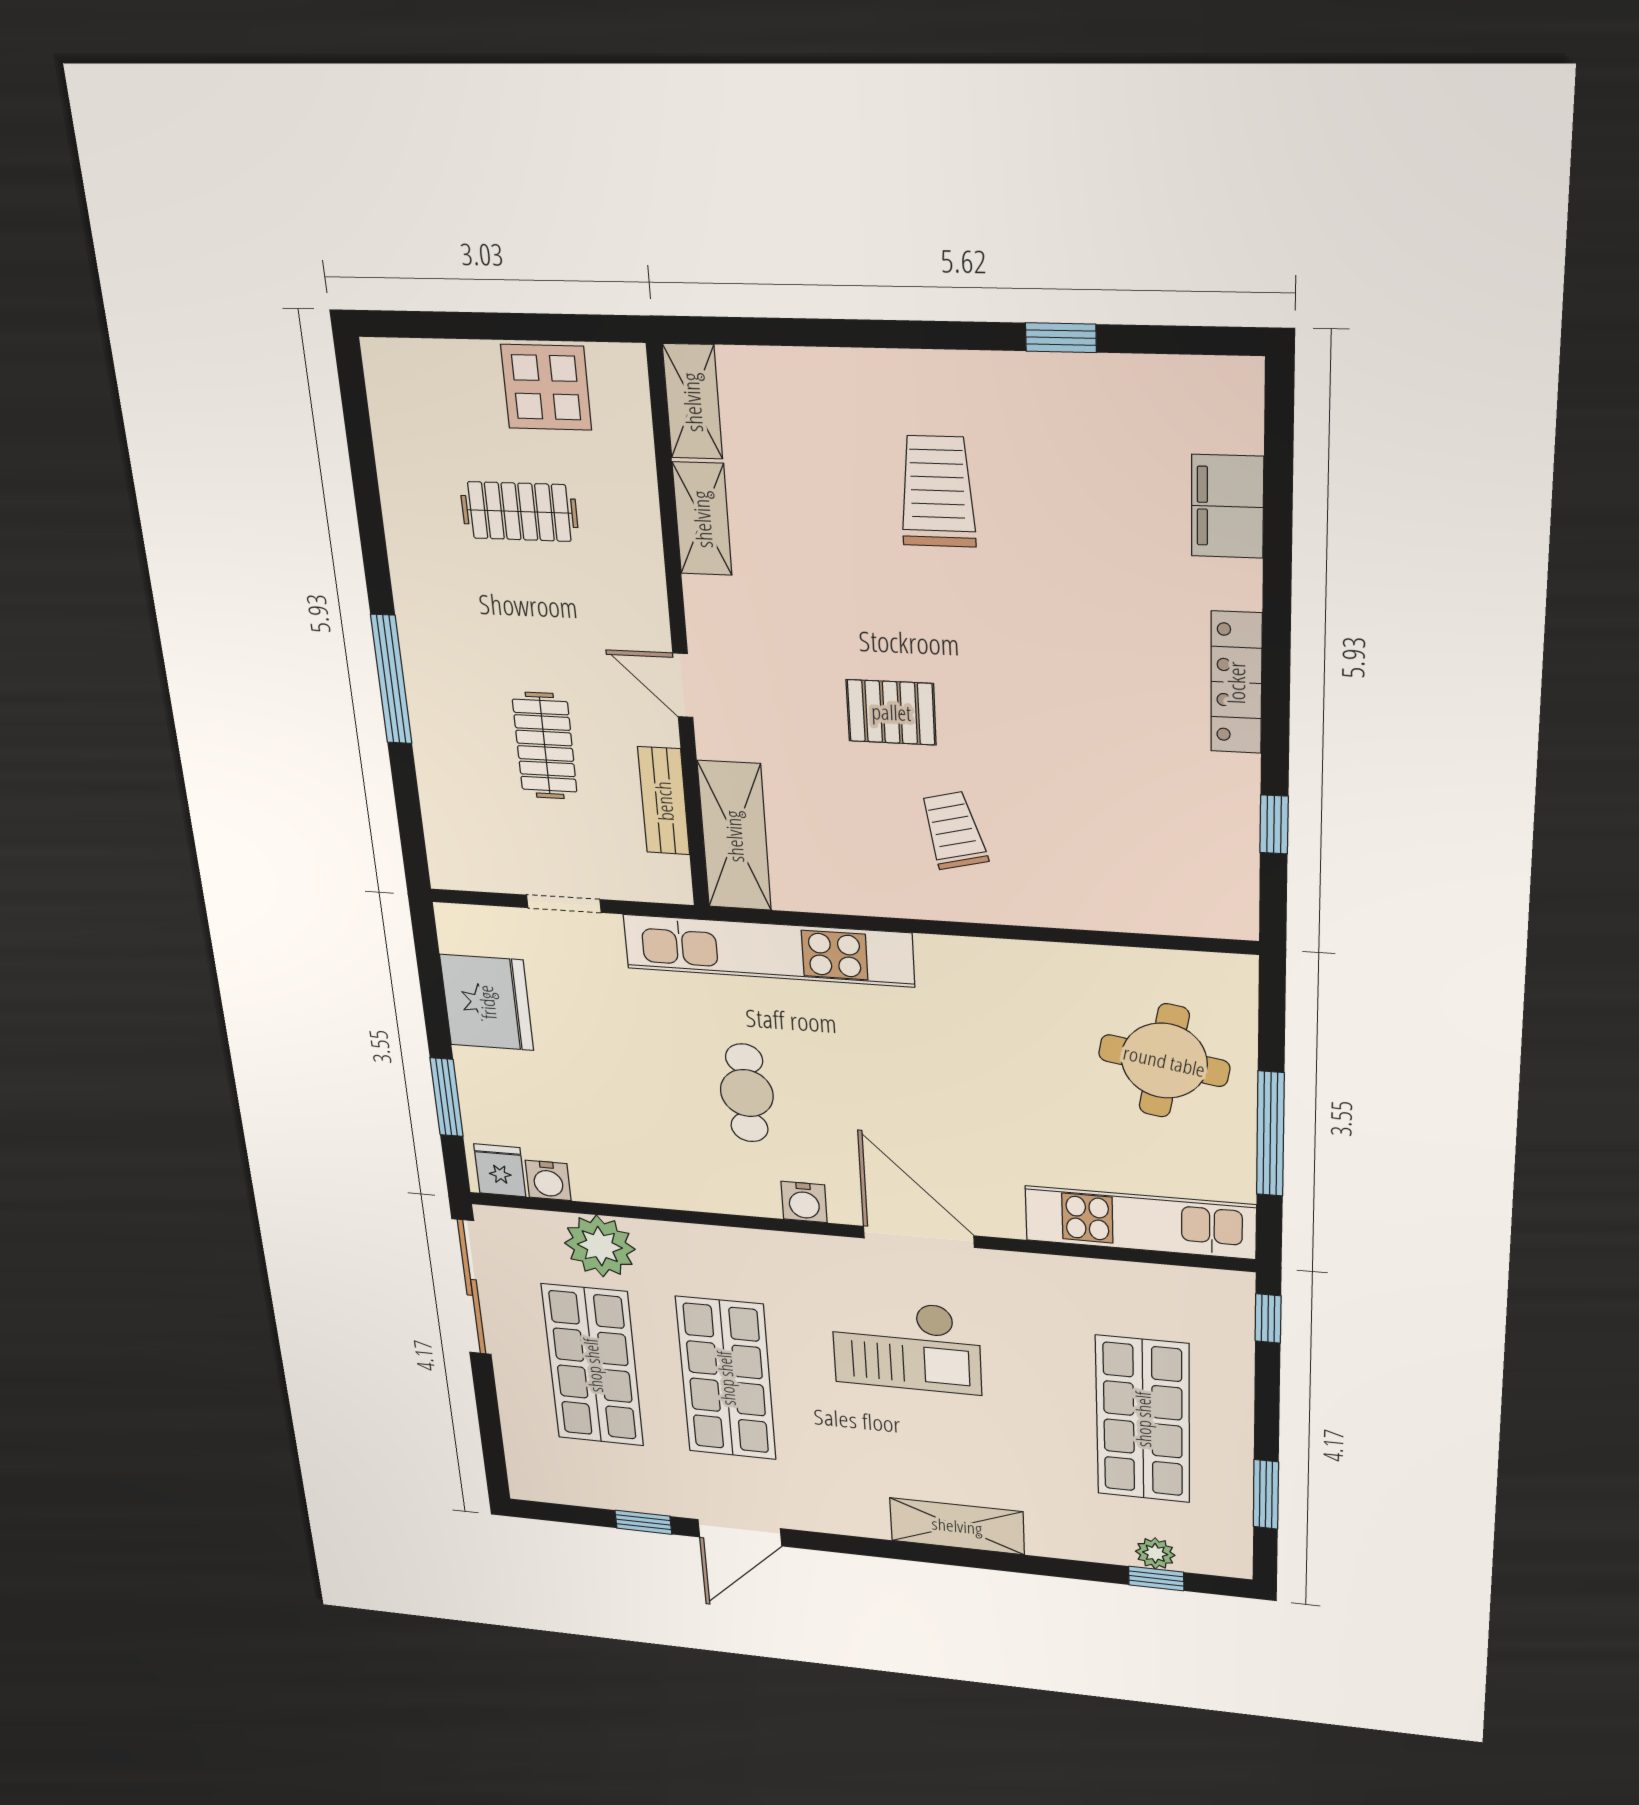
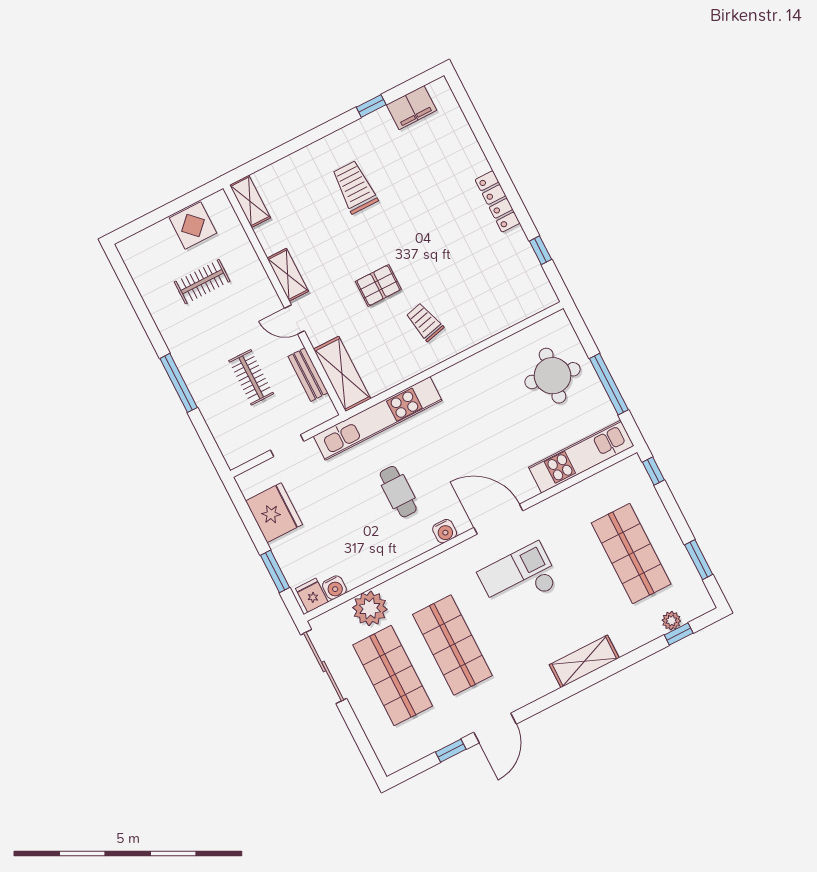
filing cabinet: (1227, 506) -> (412, 108), moved, turned -90
shelving: (702, 519) -> (288, 275), moved
checkout: (906, 1346) -> (519, 578), turned 180

